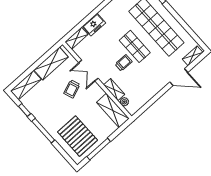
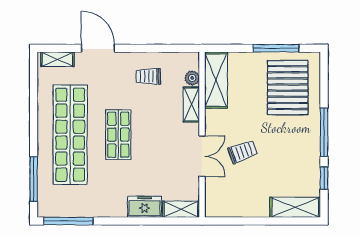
shelving: (51, 63) -> (240, 206), removed
trolley: (124, 63) -> (148, 76), moved

